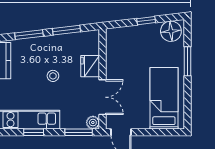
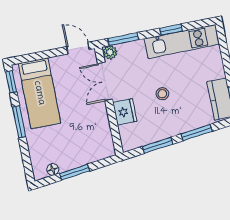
window: (146, 21) -> (75, 172), width x1.50
floor lamp: (171, 31) -> (53, 169), width x0.53, depth x0.53
window: (187, 61) -> (19, 122), moved
window: (187, 114) -> (11, 82), added

